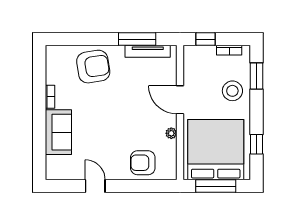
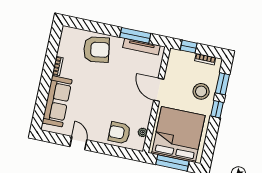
sofa: (58, 132) -> (57, 101), width x1.36
plant: (171, 133) -> (143, 132), moved
window: (257, 144) -> (217, 109), moved

